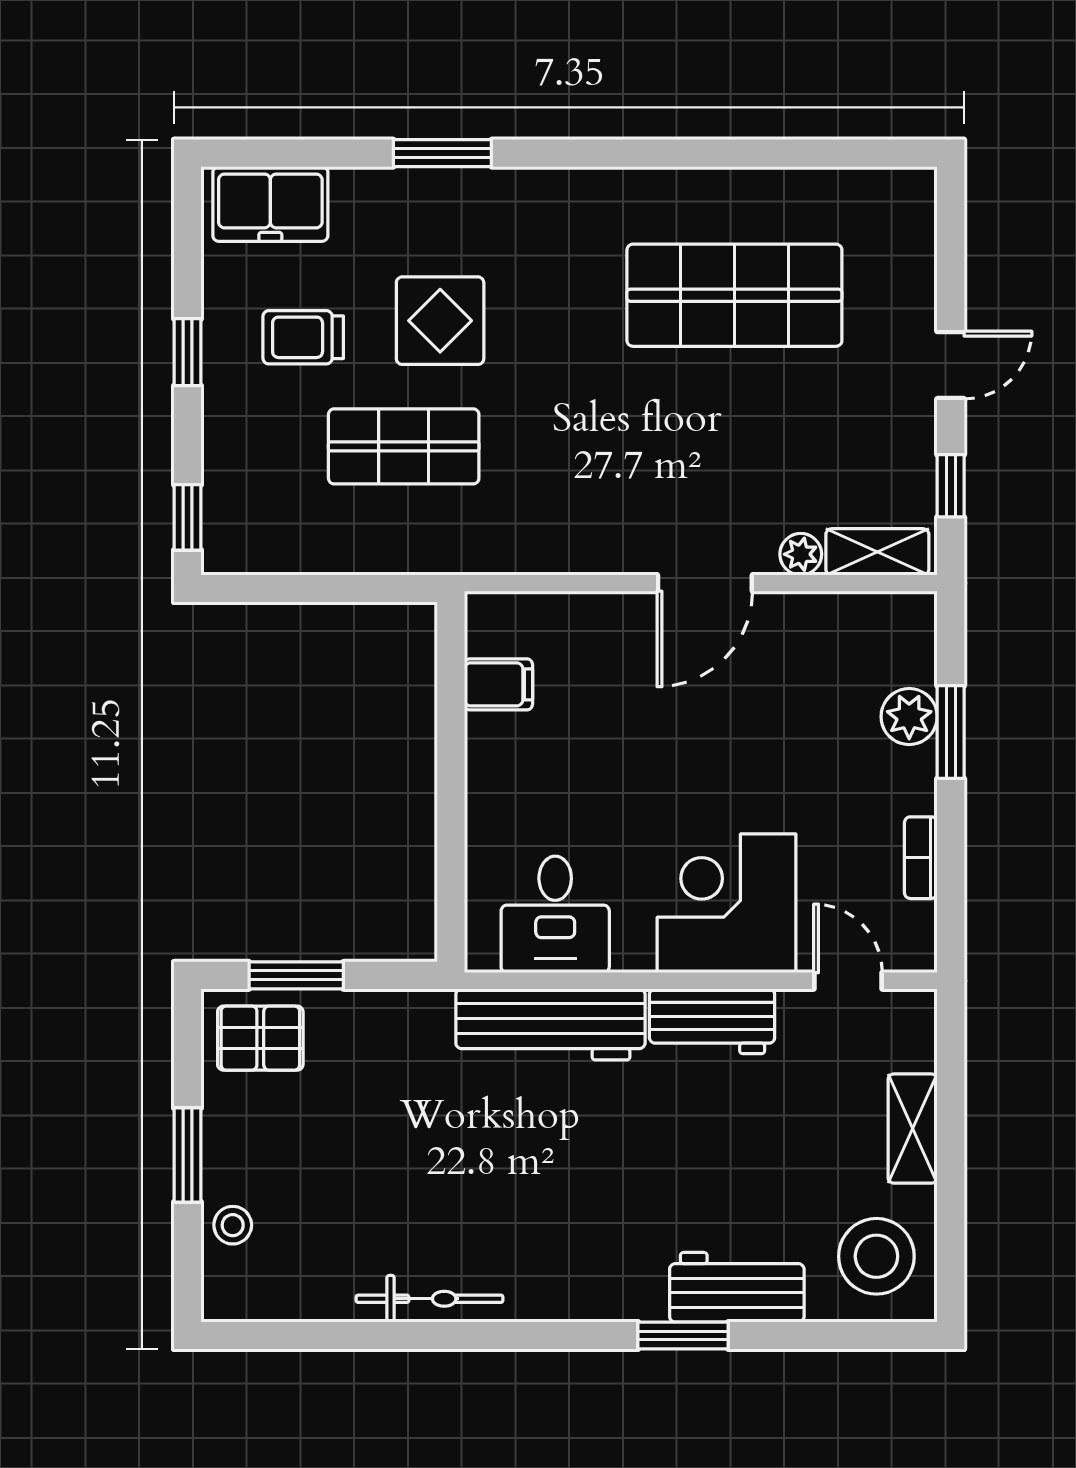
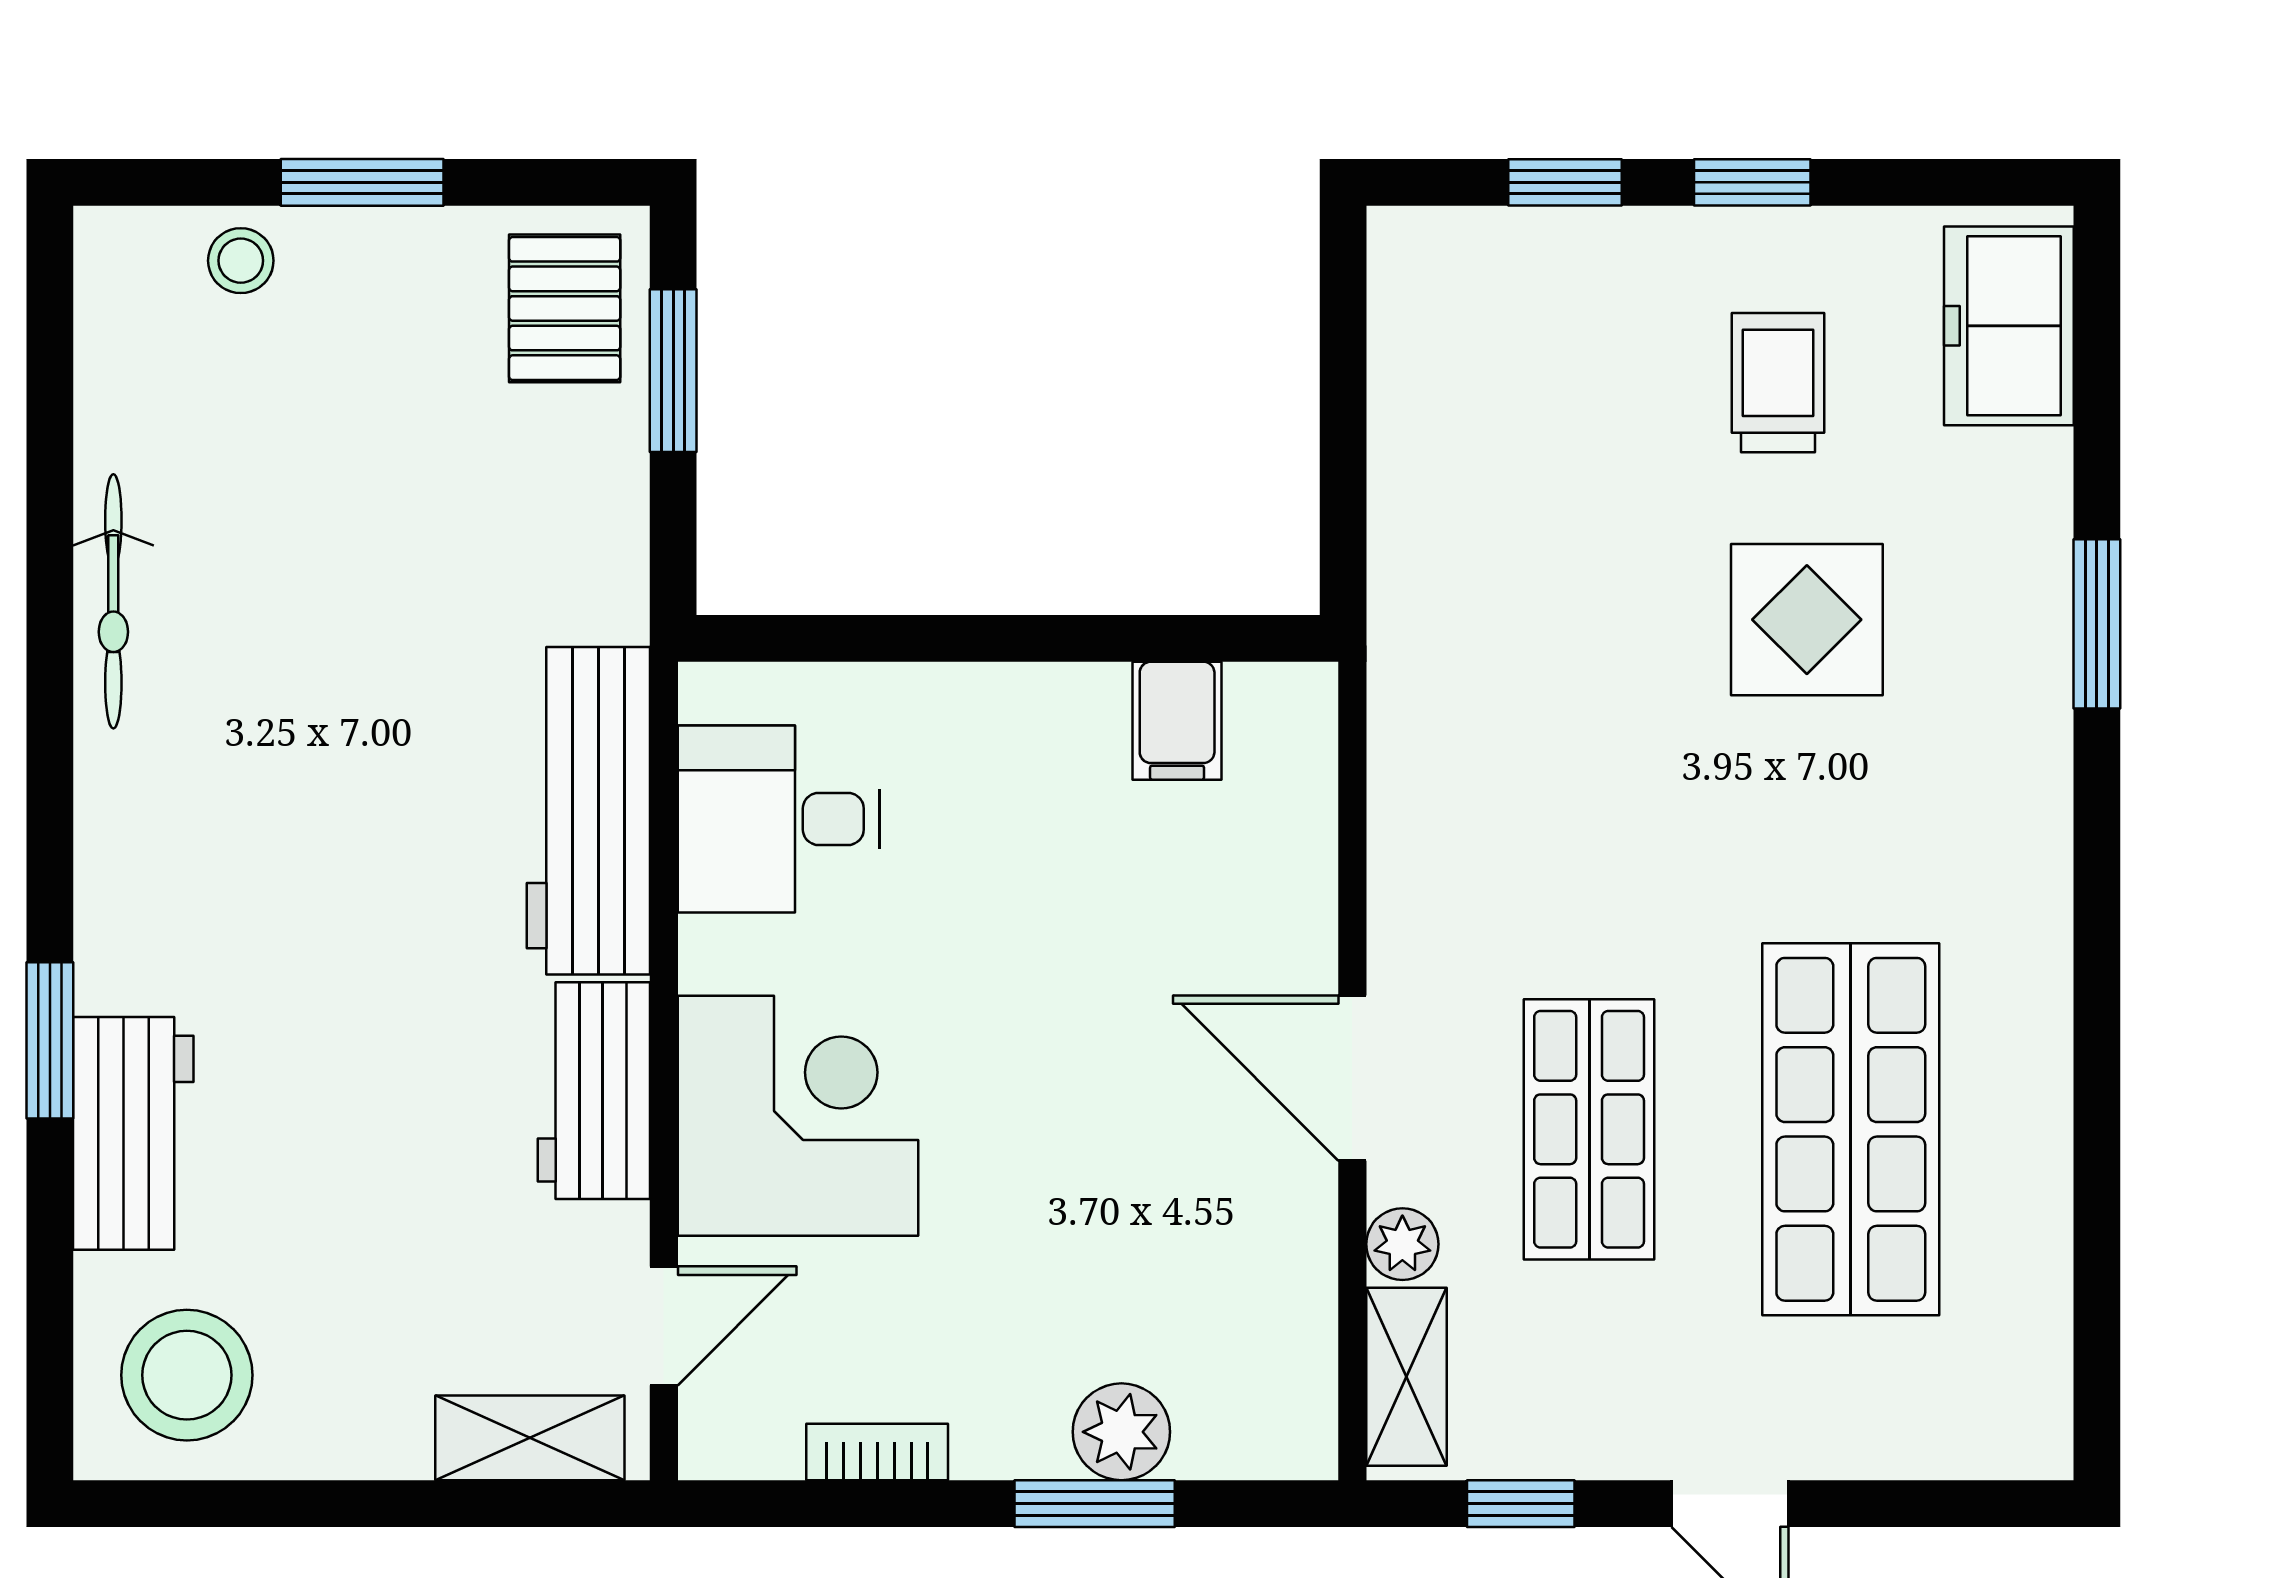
shop shelf: (404, 446) -> (1589, 1129), moved
window: (187, 517) -> (1565, 182), moved
shelving: (913, 1129) -> (530, 1438), moved

